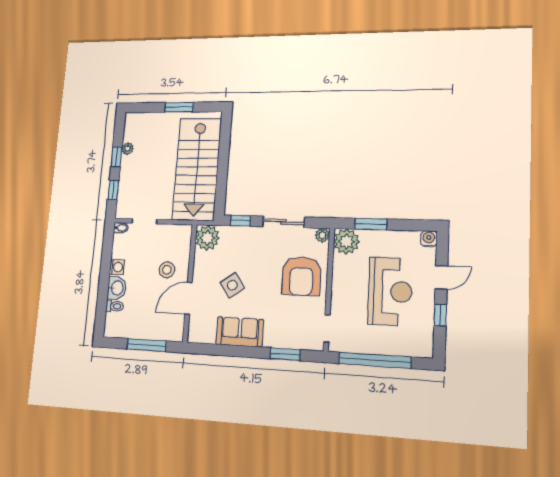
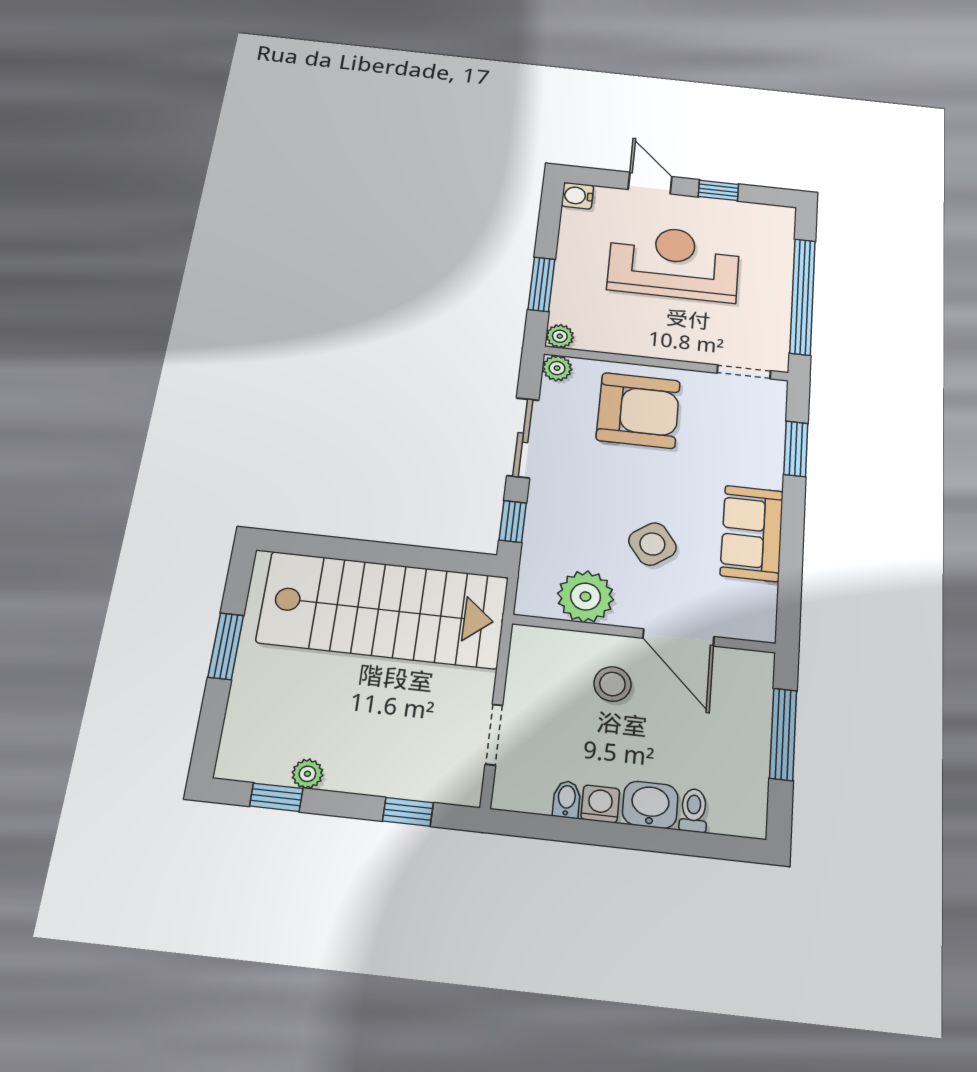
window: (116, 157) -> (276, 797), moved
bidet: (121, 228) -> (567, 799), moved
plant: (207, 238) -> (585, 597), moved
plant: (346, 242) -> (560, 336), width x0.53, depth x0.53

